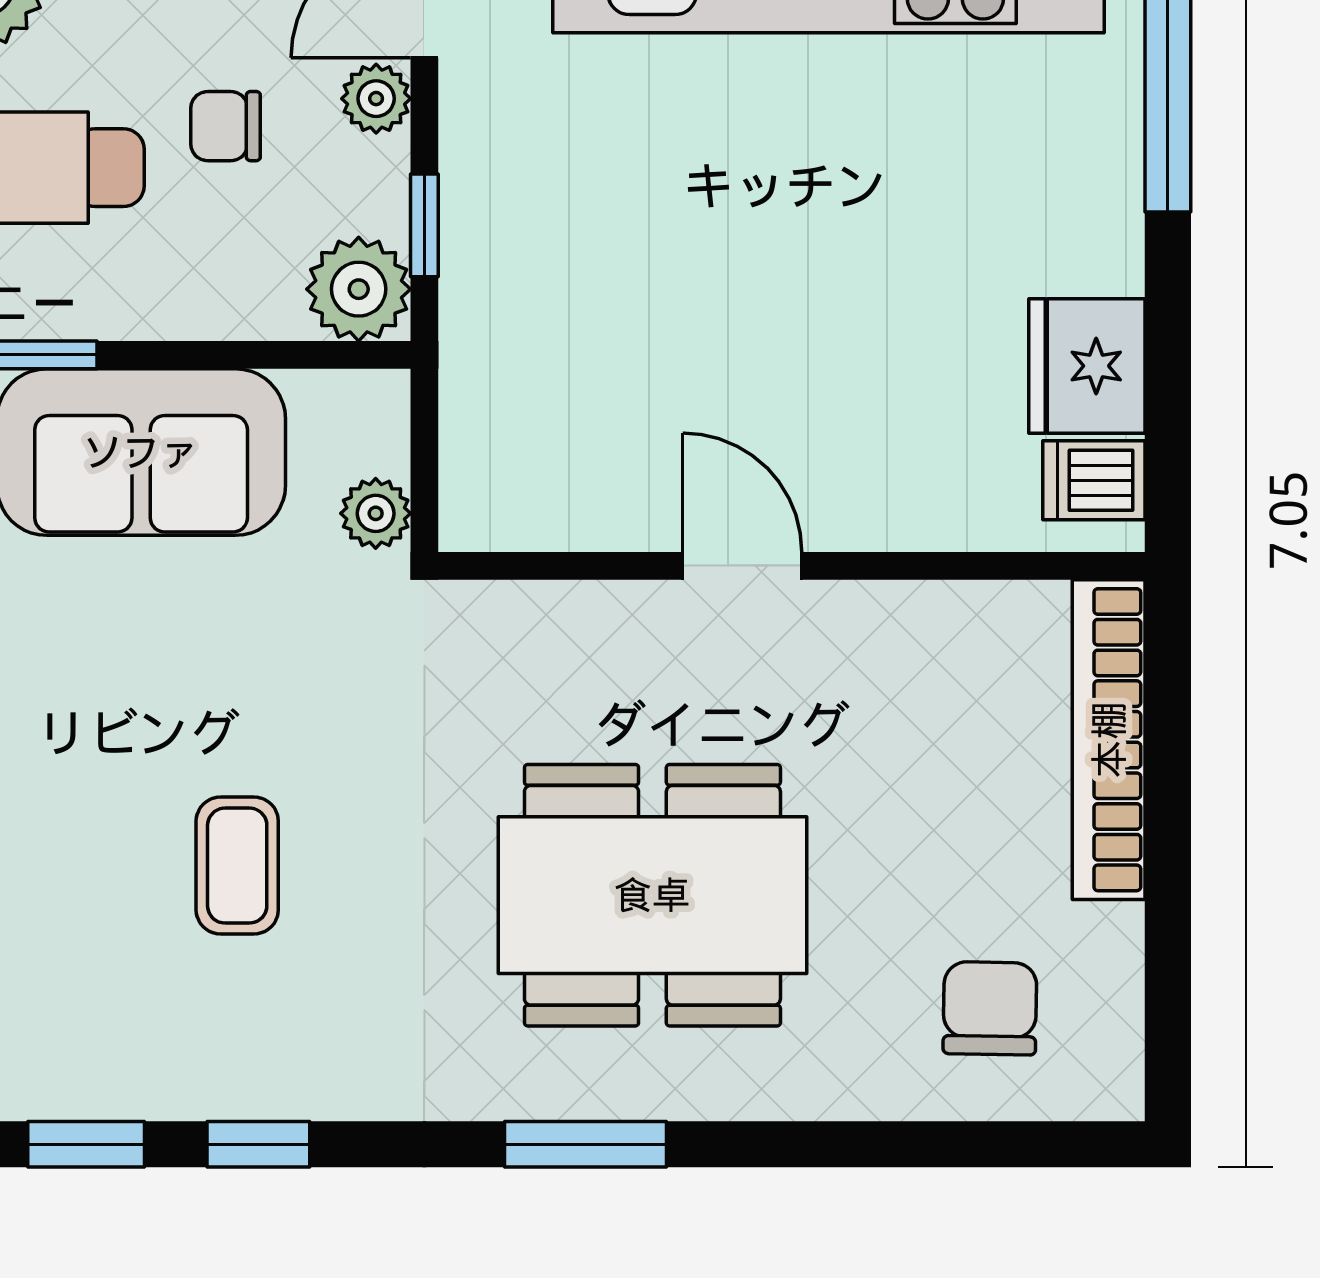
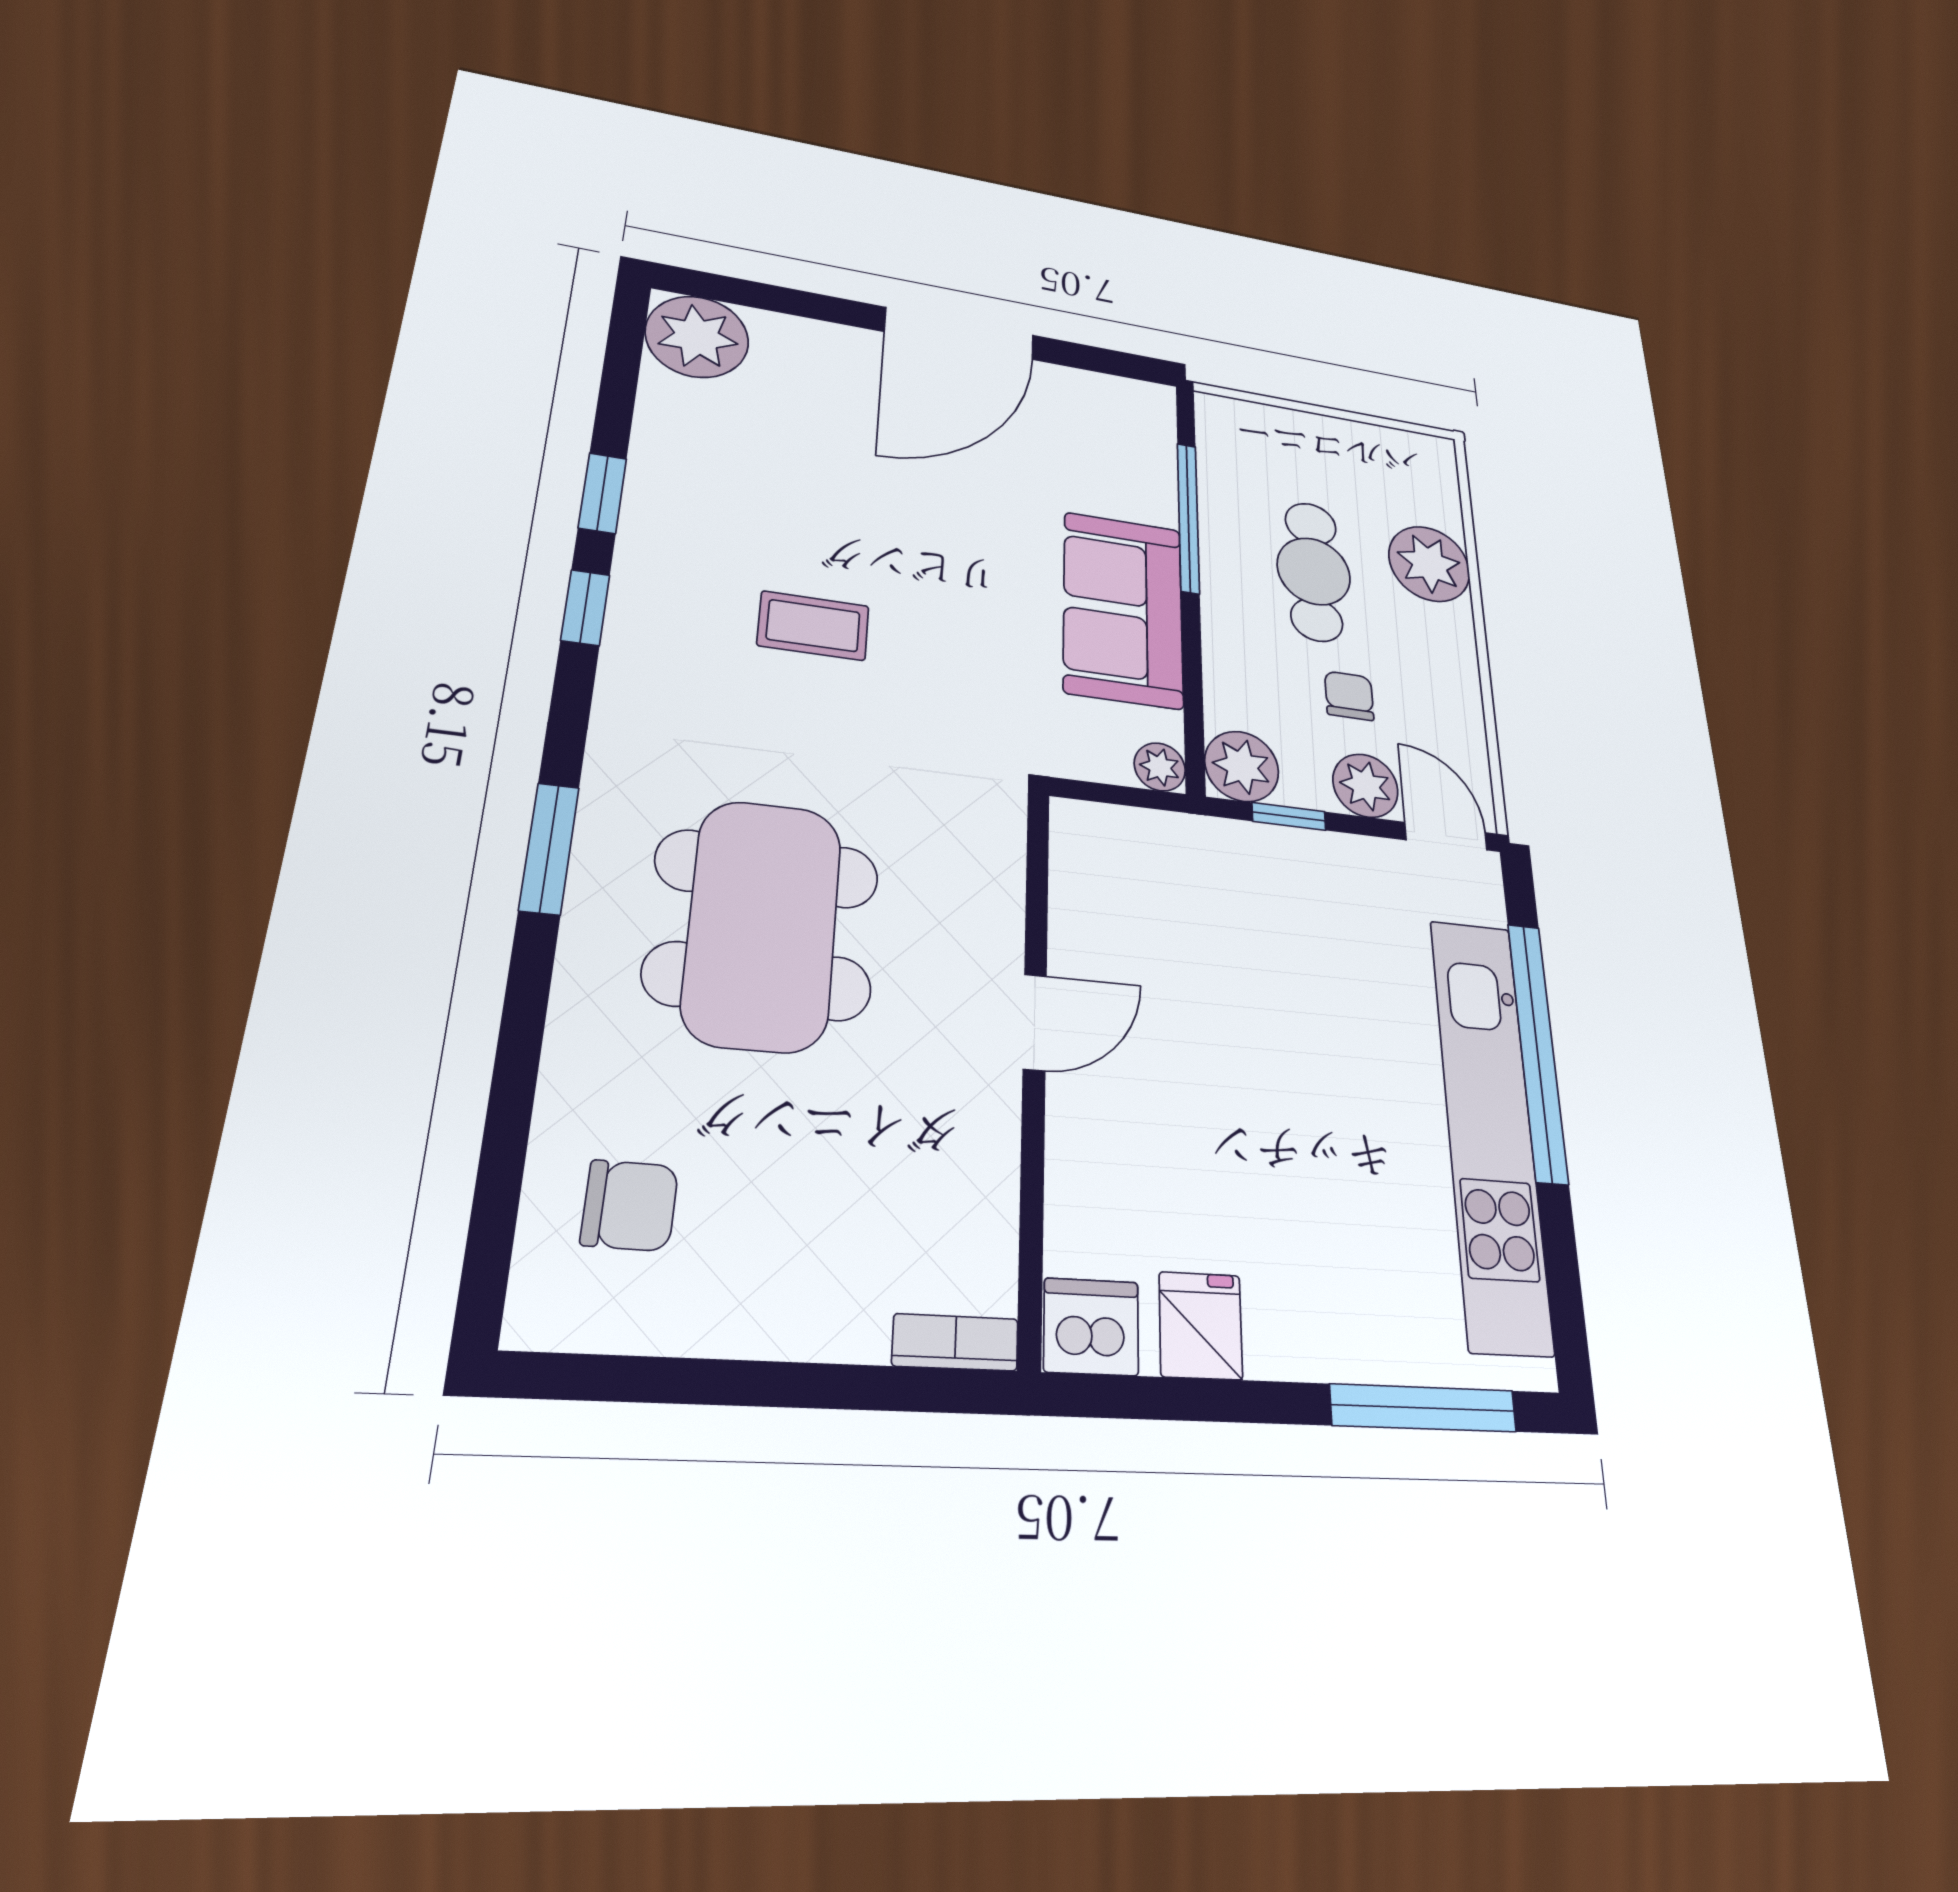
plant: (376, 99) -> (1365, 786), width x1.38, depth x1.38
fridge: (1087, 366) -> (1201, 1326), width x0.72
dishwasher: (1094, 480) -> (1091, 1327), width x1.38
plant: (376, 513) -> (1160, 767), moved
bookcase: (1109, 740) -> (955, 1342), width x0.43, depth x0.76

